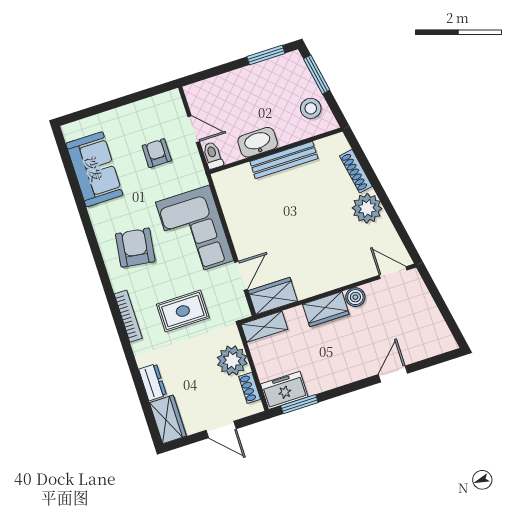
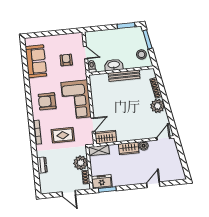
armchair: (135, 248) -> (47, 101), turned -98
door: (393, 273) -> (163, 138), hinge flipped
wardrobe: (168, 419) -> (45, 184), removed

